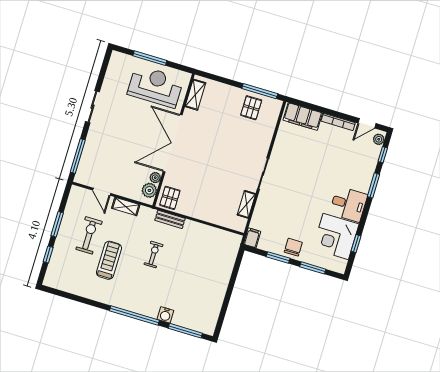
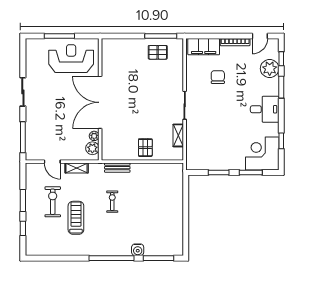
shelving: (195, 95) -> (107, 55), removed
pallet: (251, 108) -> (158, 52), turned 90
plant: (379, 139) -> (270, 69), moved, width x1.88, depth x1.88
pallet: (170, 198) -> (145, 148), moved
corner desk: (336, 236) -> (262, 153), moved, turned 90
filing cabinet: (252, 238) -> (192, 162), removed
chair: (293, 247) -> (218, 77), moved

